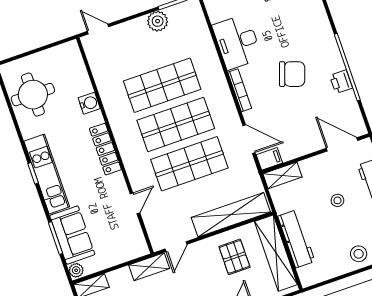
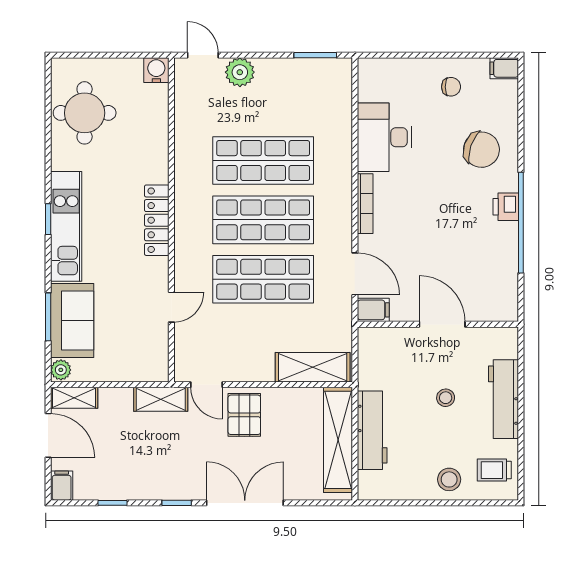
plant: (158, 21) -> (240, 72), moved
chair: (292, 74) -> (481, 150), moved
printer: (341, 82) -> (506, 207), moved
water cooler: (89, 103) -> (156, 70), moved, turned -90
door: (342, 144) -> (442, 324), moved
shelving: (282, 175) -> (383, 338), removed
shelving: (231, 215) -> (313, 367), width x0.68
door: (176, 247) -> (206, 385), hinge flipped
pallet: (234, 257) -> (244, 415), moved

